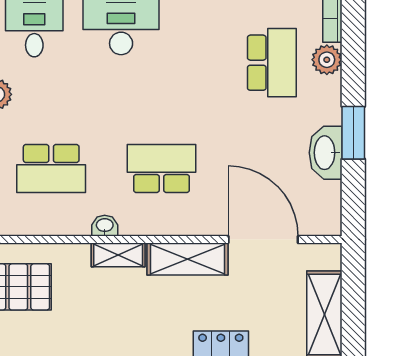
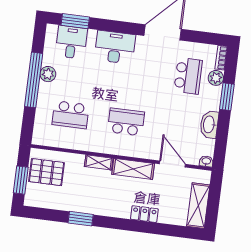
window: (353, 133) -> (227, 97), moved
washbasin: (105, 226) -> (206, 161), moved
door: (263, 239) -> (172, 164), width x0.73

